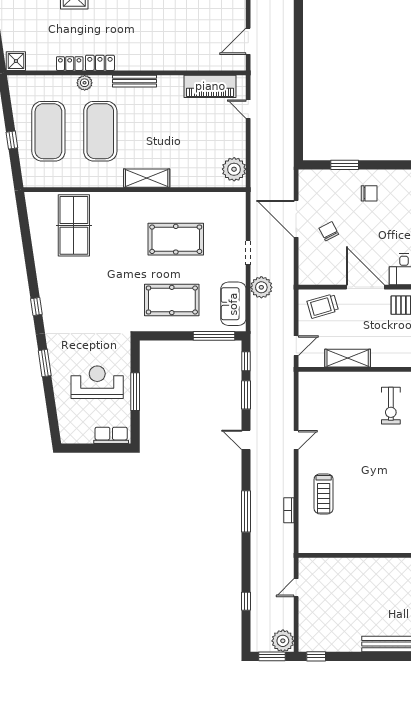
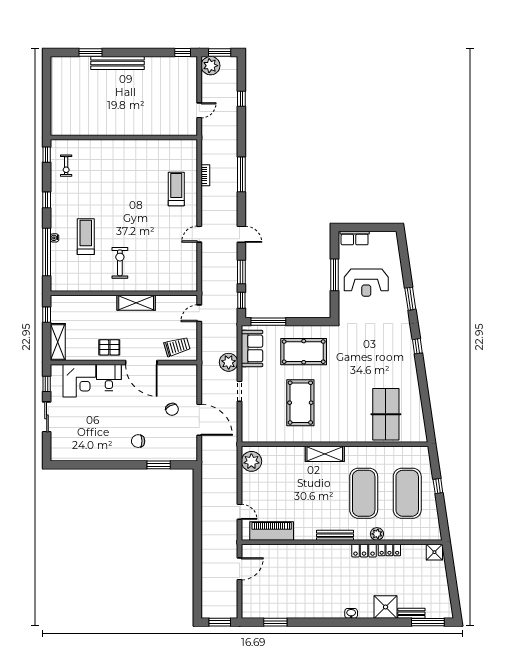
pool table: (176, 239) -> (300, 403), turned 90
shelving: (348, 358) -> (136, 303), moved

